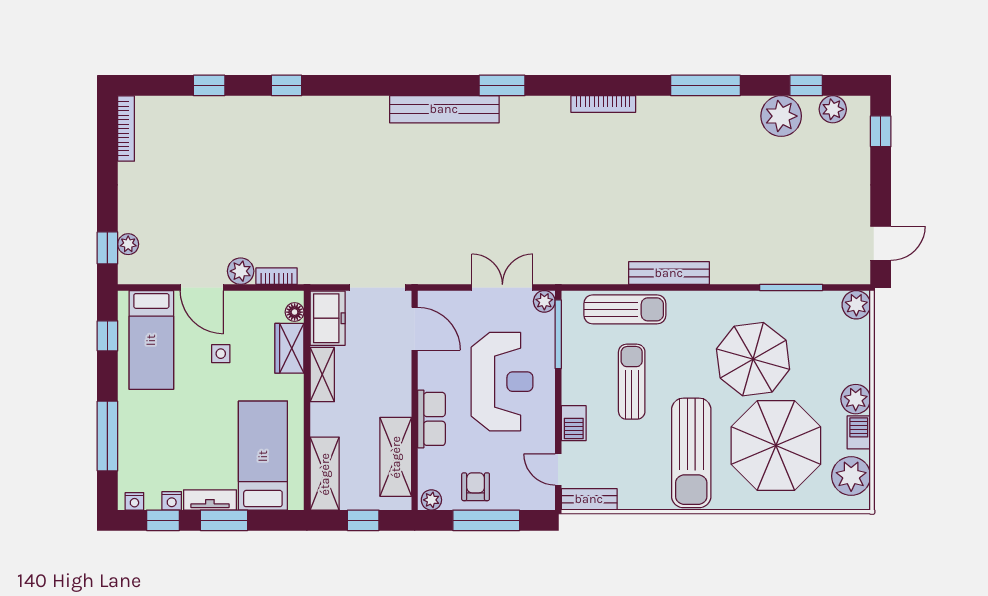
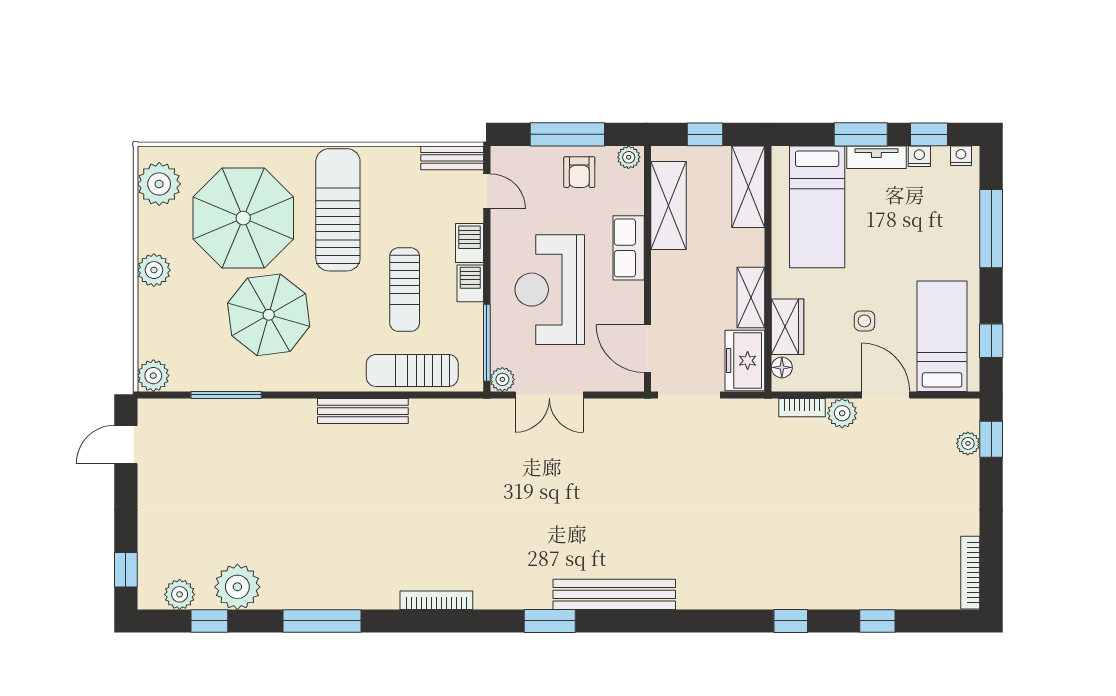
barbecue: (859, 432) -> (470, 283), moved, turned 180

